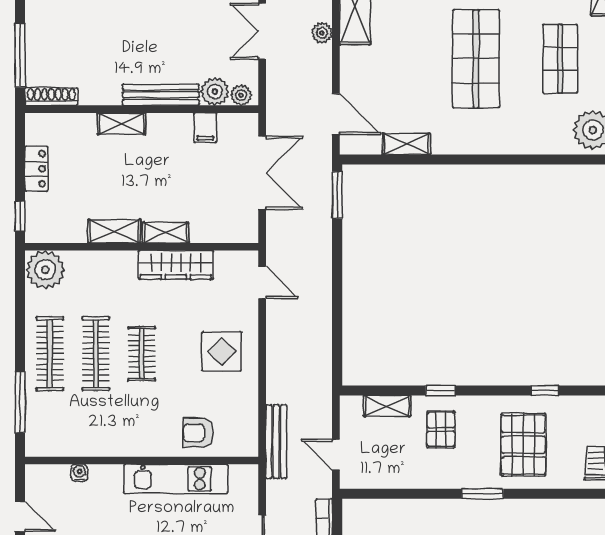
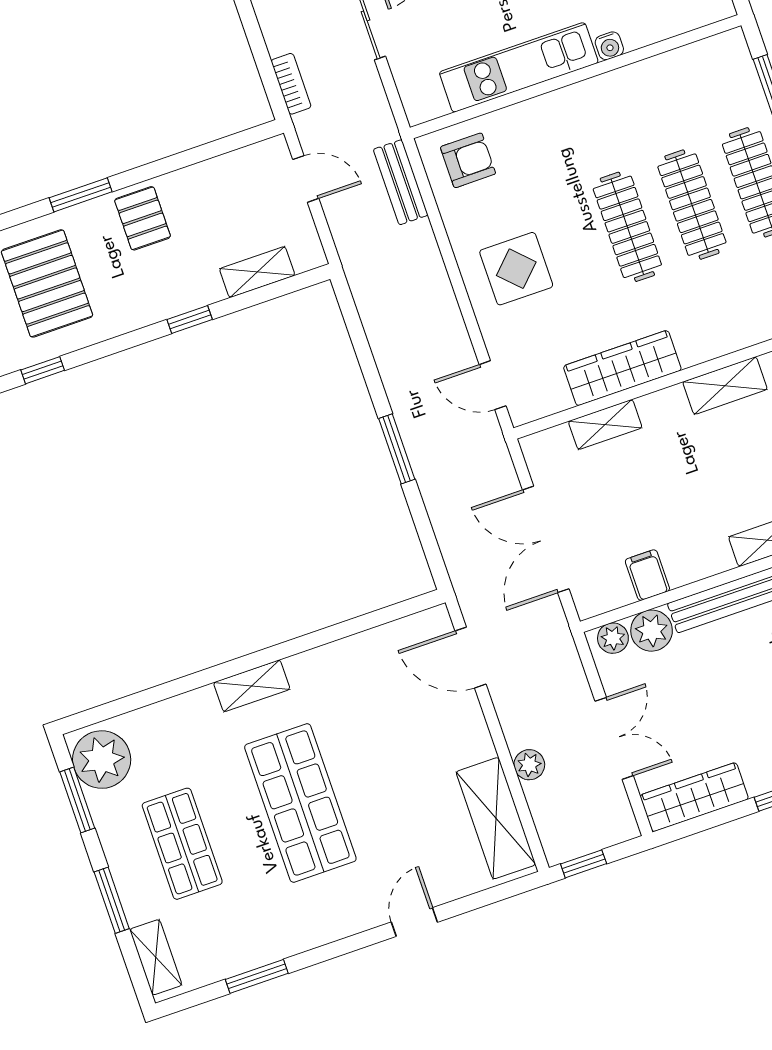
shelving: (406, 144) -> (252, 686), moved
window: (337, 195) -> (397, 449), moved
shelving: (166, 233) -> (605, 424), moved
clothes rail: (142, 354) -> (627, 227), width x1.36
pallet: (441, 429) -> (143, 218), moved
armchair: (198, 433) -> (468, 160), moved
bench: (276, 441) -> (401, 182), width x0.73
water cooler: (79, 473) -> (609, 46), moved

